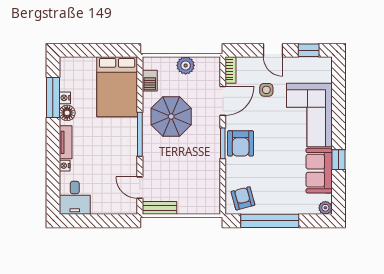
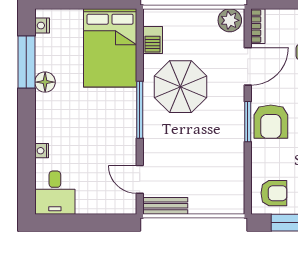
plant: (186, 65) -> (230, 20), moved
nightstand: (65, 98) -> (42, 26), moved
tv unit: (66, 142) -> (43, 120), removed
armchair: (243, 198) -> (274, 193), turned 105

